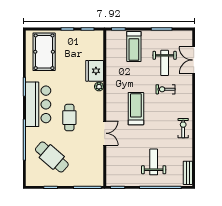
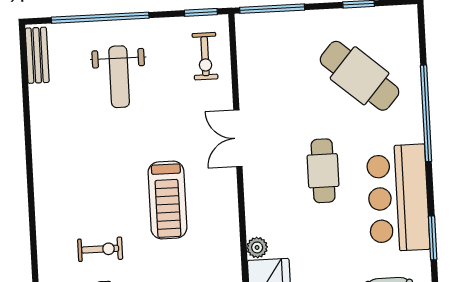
exercise bike: (183, 128) -> (205, 56), moved

